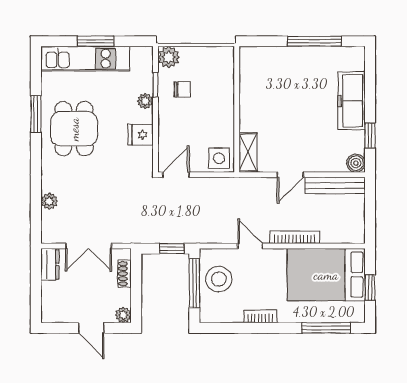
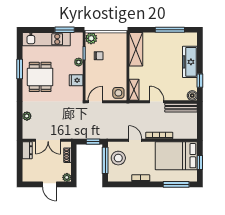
window: (96, 41) -> (65, 30), moved
shelving: (251, 77) -> (136, 49), added
door: (290, 175) -> (157, 102), swing flipped

